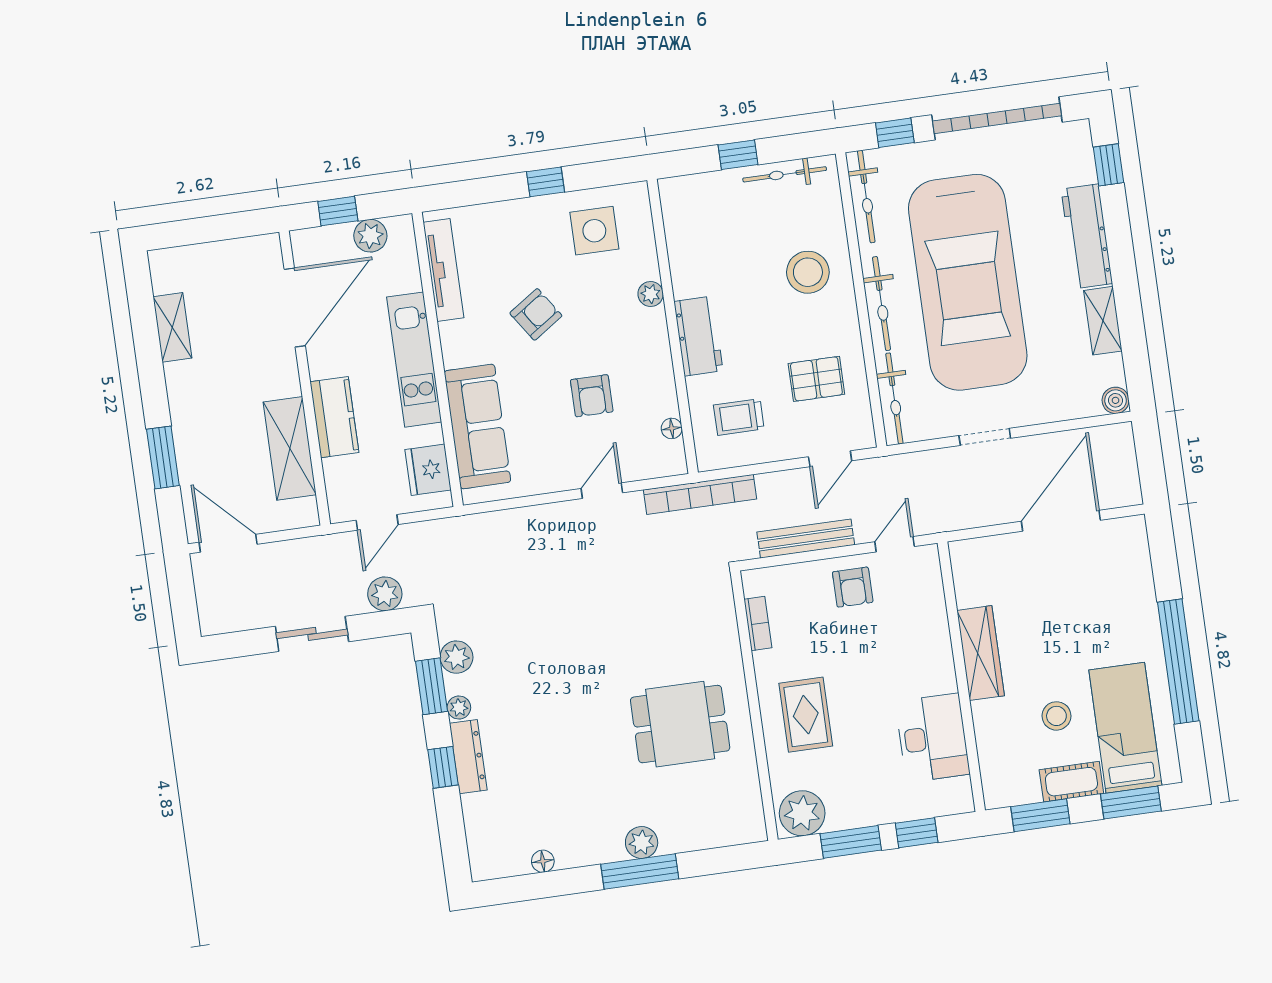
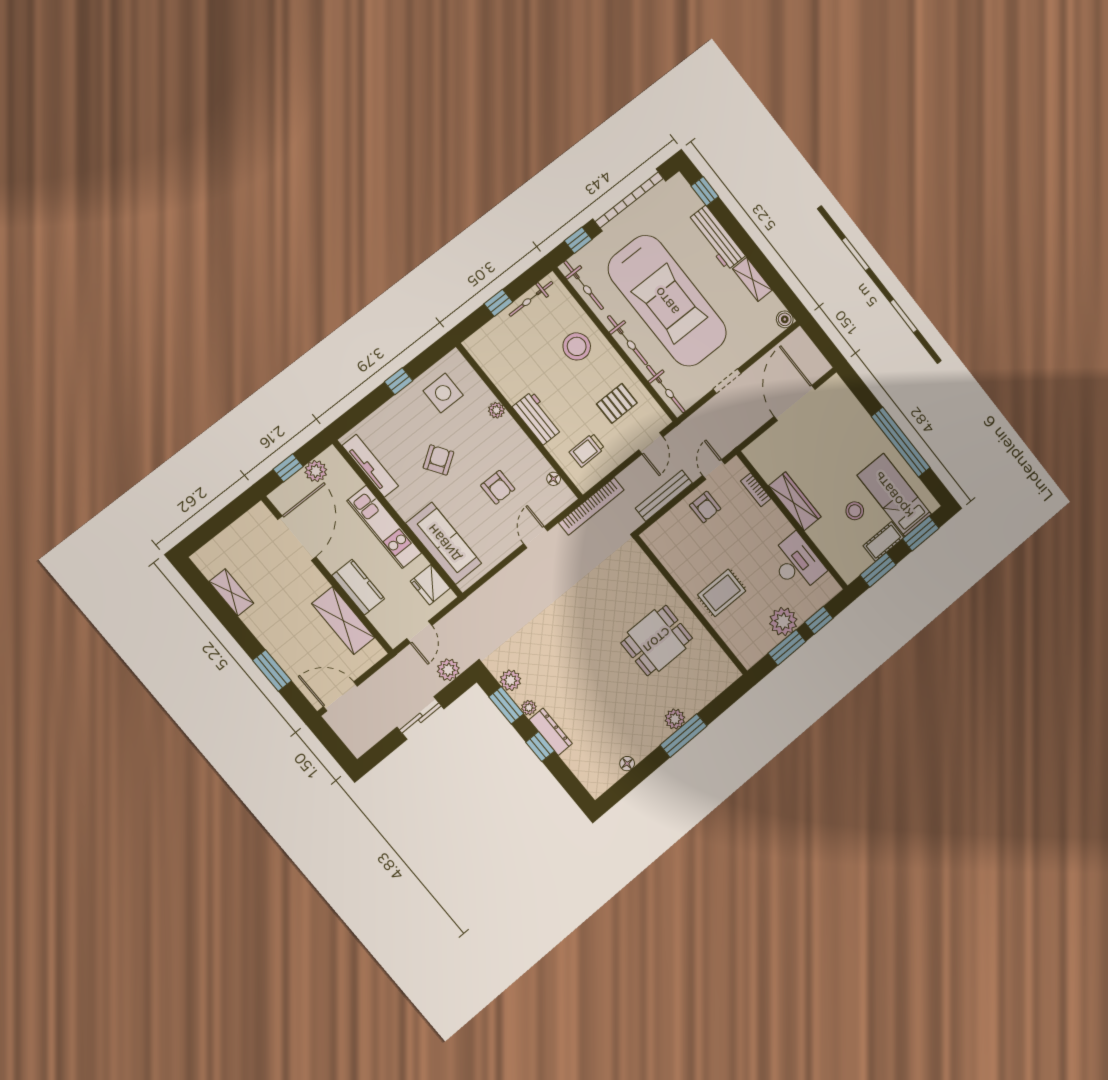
bookcase: (758, 624) -> (756, 490), moved, turned 180
rug: (806, 715) -> (722, 593), turned 90
plant: (802, 813) -> (783, 621), moved

